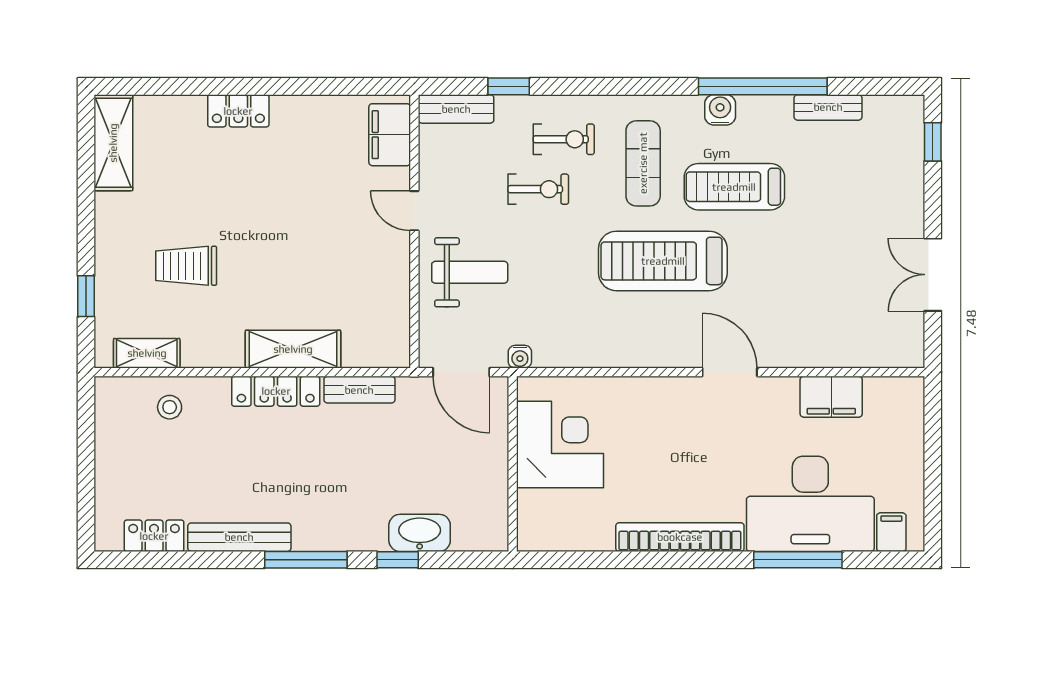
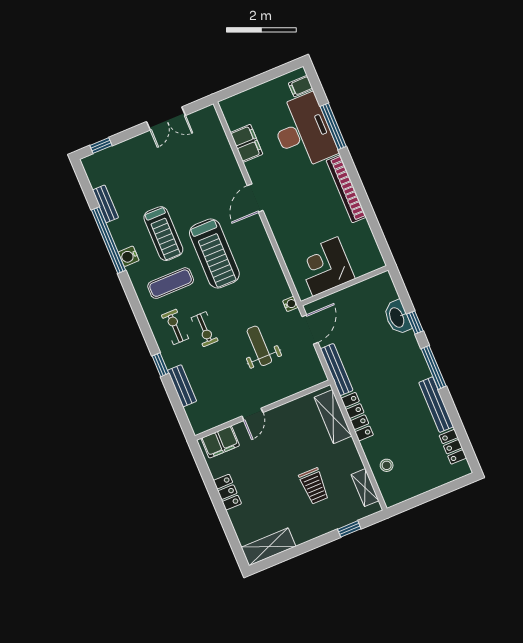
filing cabinet: (390, 135) -> (220, 442), moved
exercise bike: (538, 189) -> (205, 329), turned 180
door: (414, 211) -> (252, 414), moved
wall: (414, 231) -> (263, 410), moved
bench: (359, 390) -> (337, 370), width x1.36

